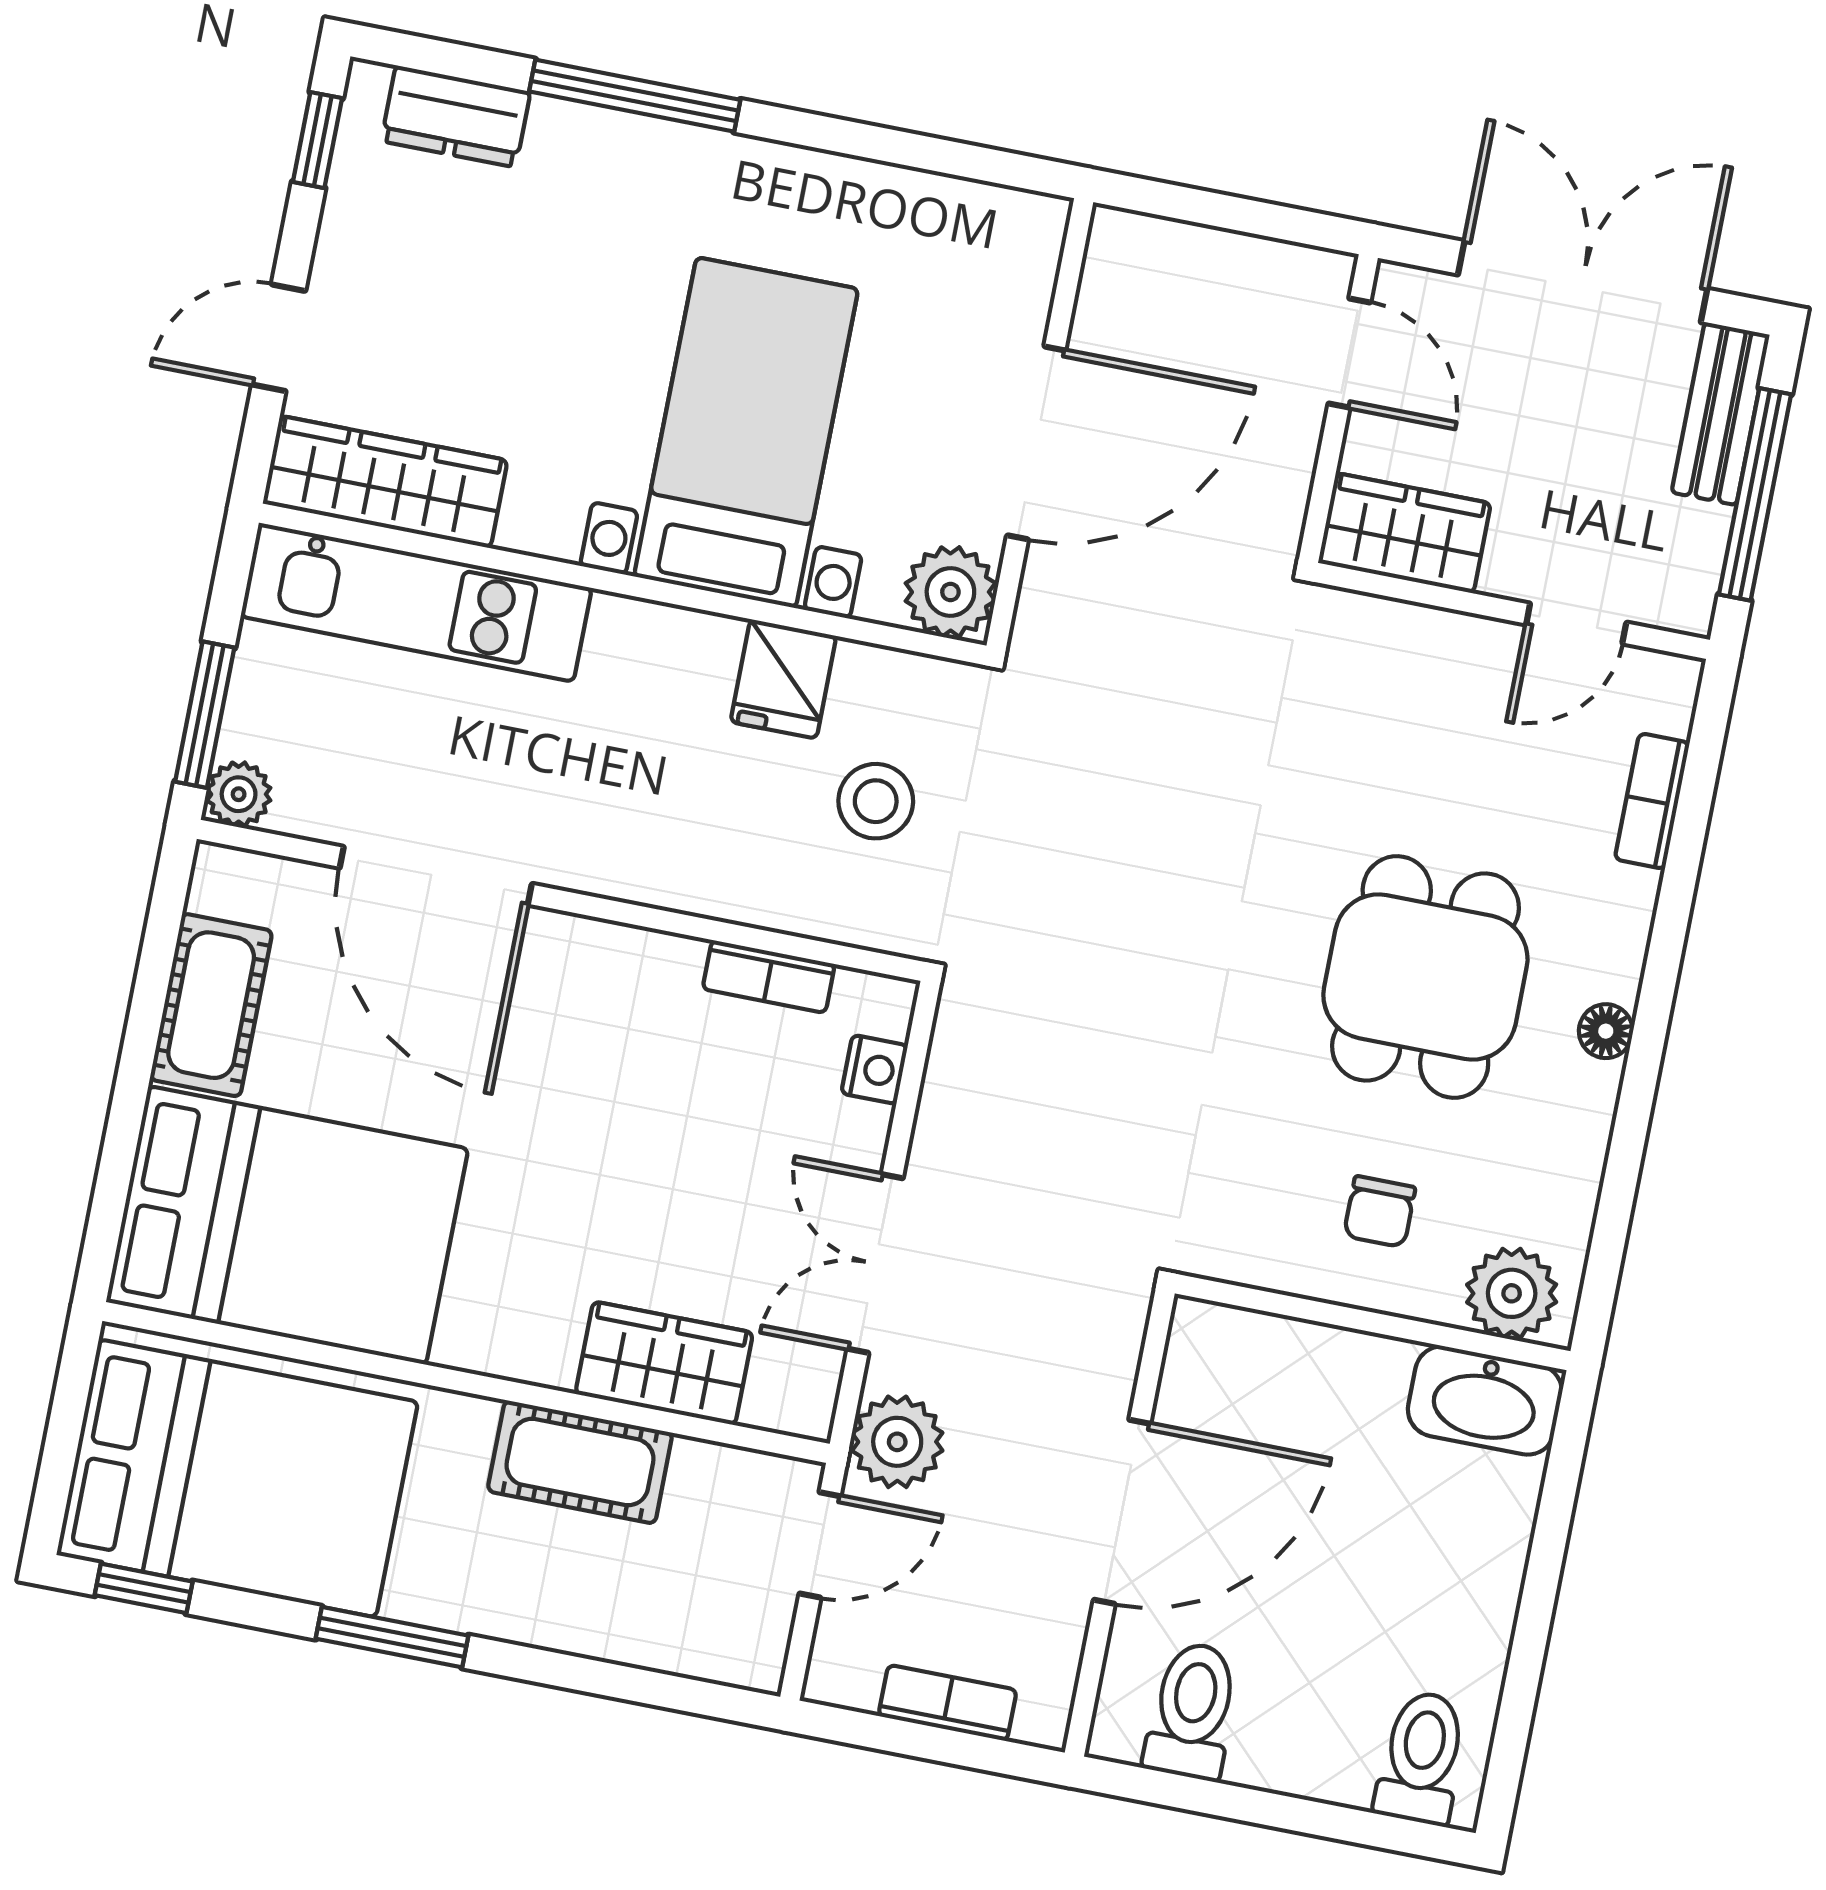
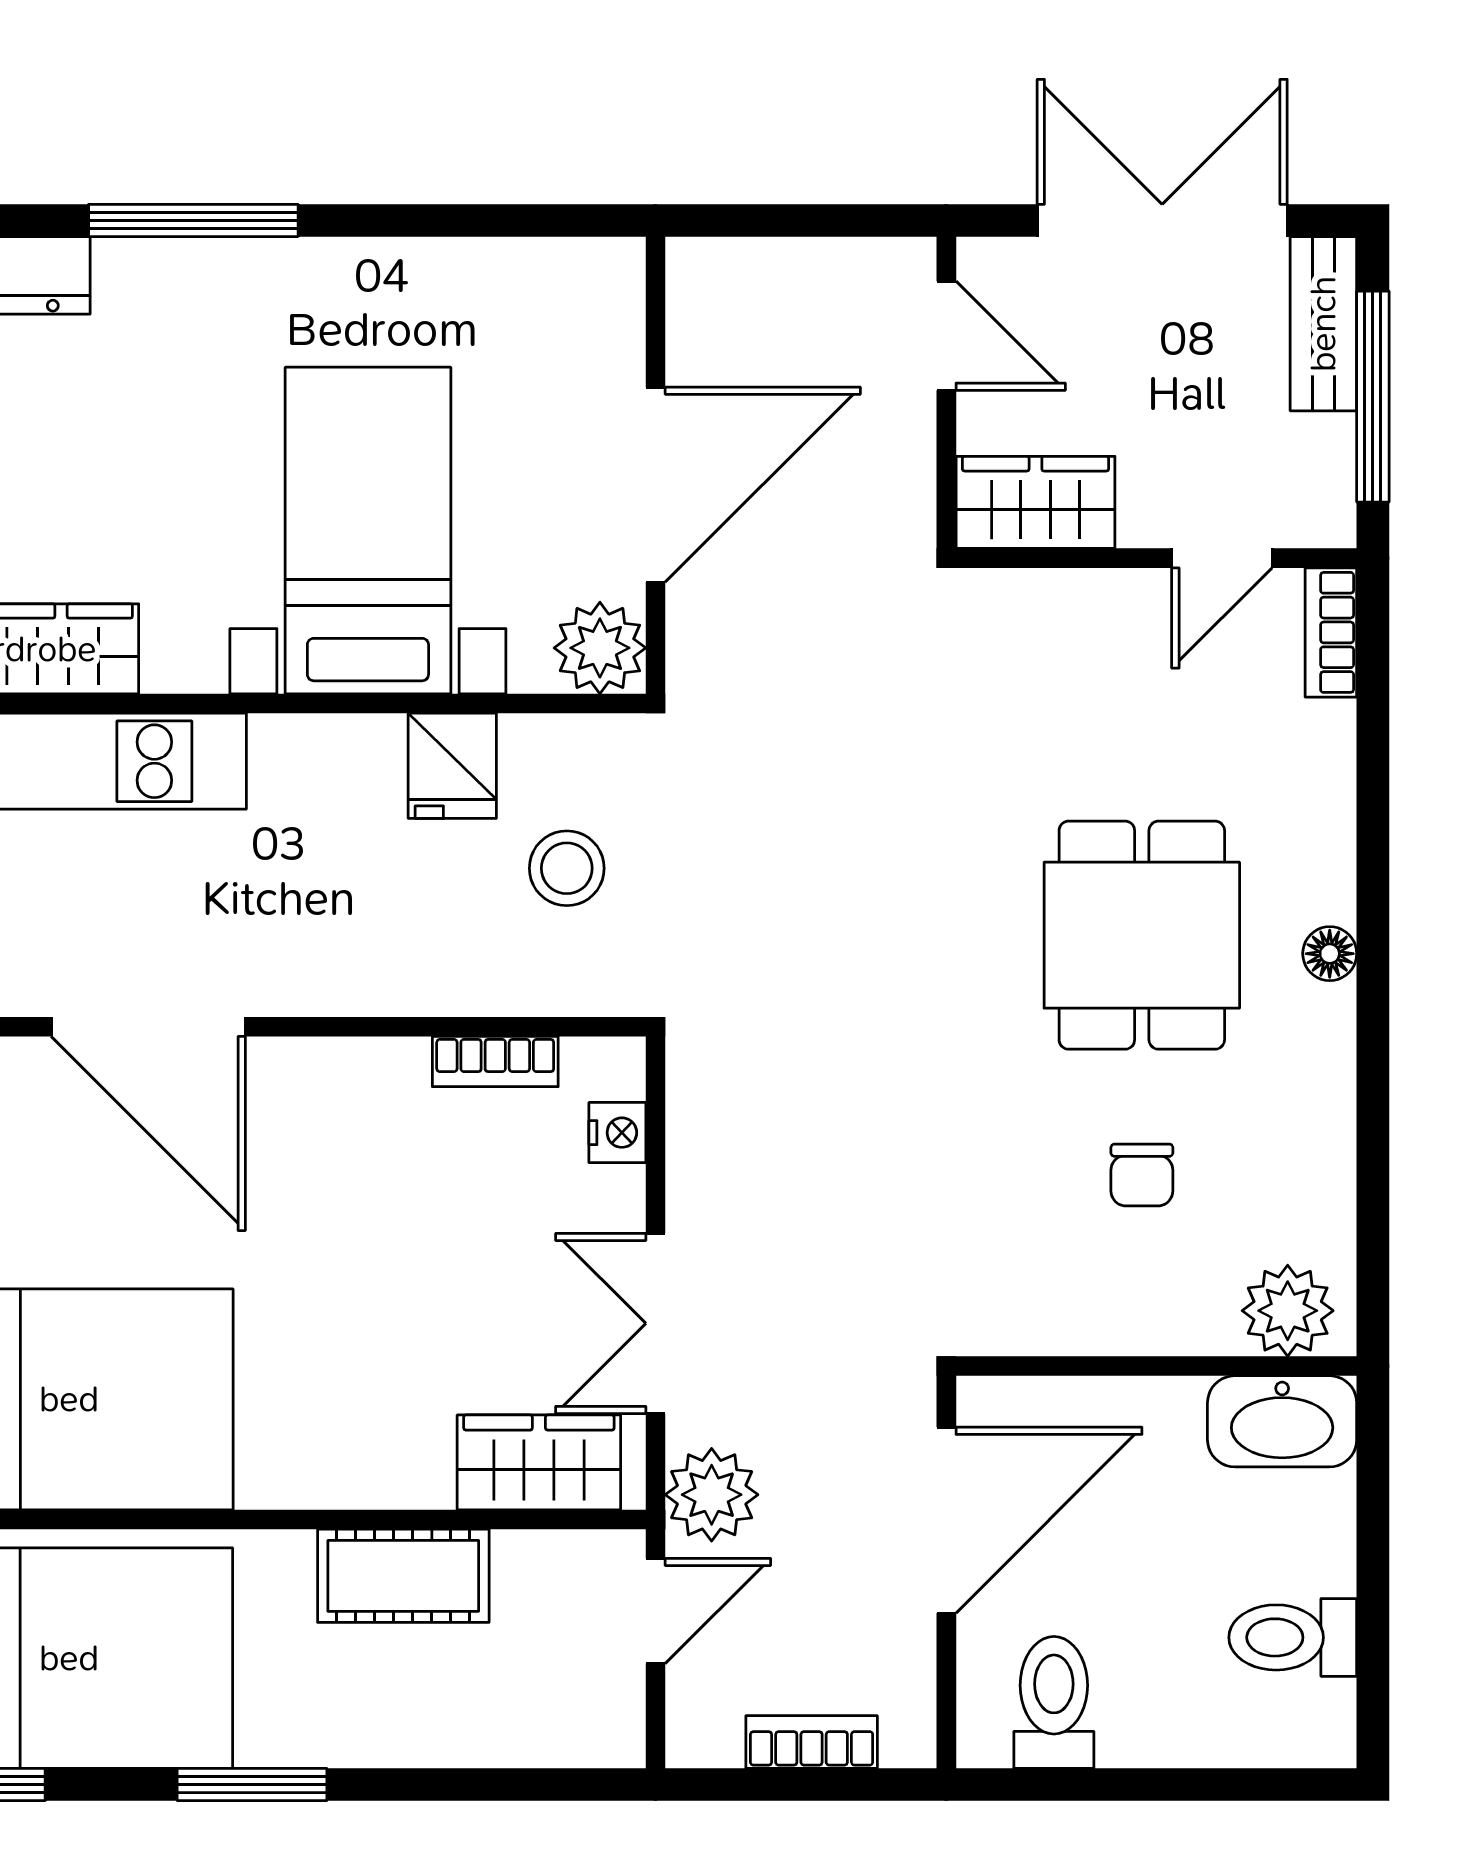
bookcase: (1652, 801) -> (1331, 632), moved
plant: (1512, 1293) -> (1288, 1311), moved
wall: (1373, 1322) -> (1156, 1366), moved
wardrobe: (664, 1363) -> (539, 1462), moved
washbasin: (1485, 1400) -> (1282, 1421), moved
toilet: (1421, 1758) -> (1293, 1637), moved, turned -90

